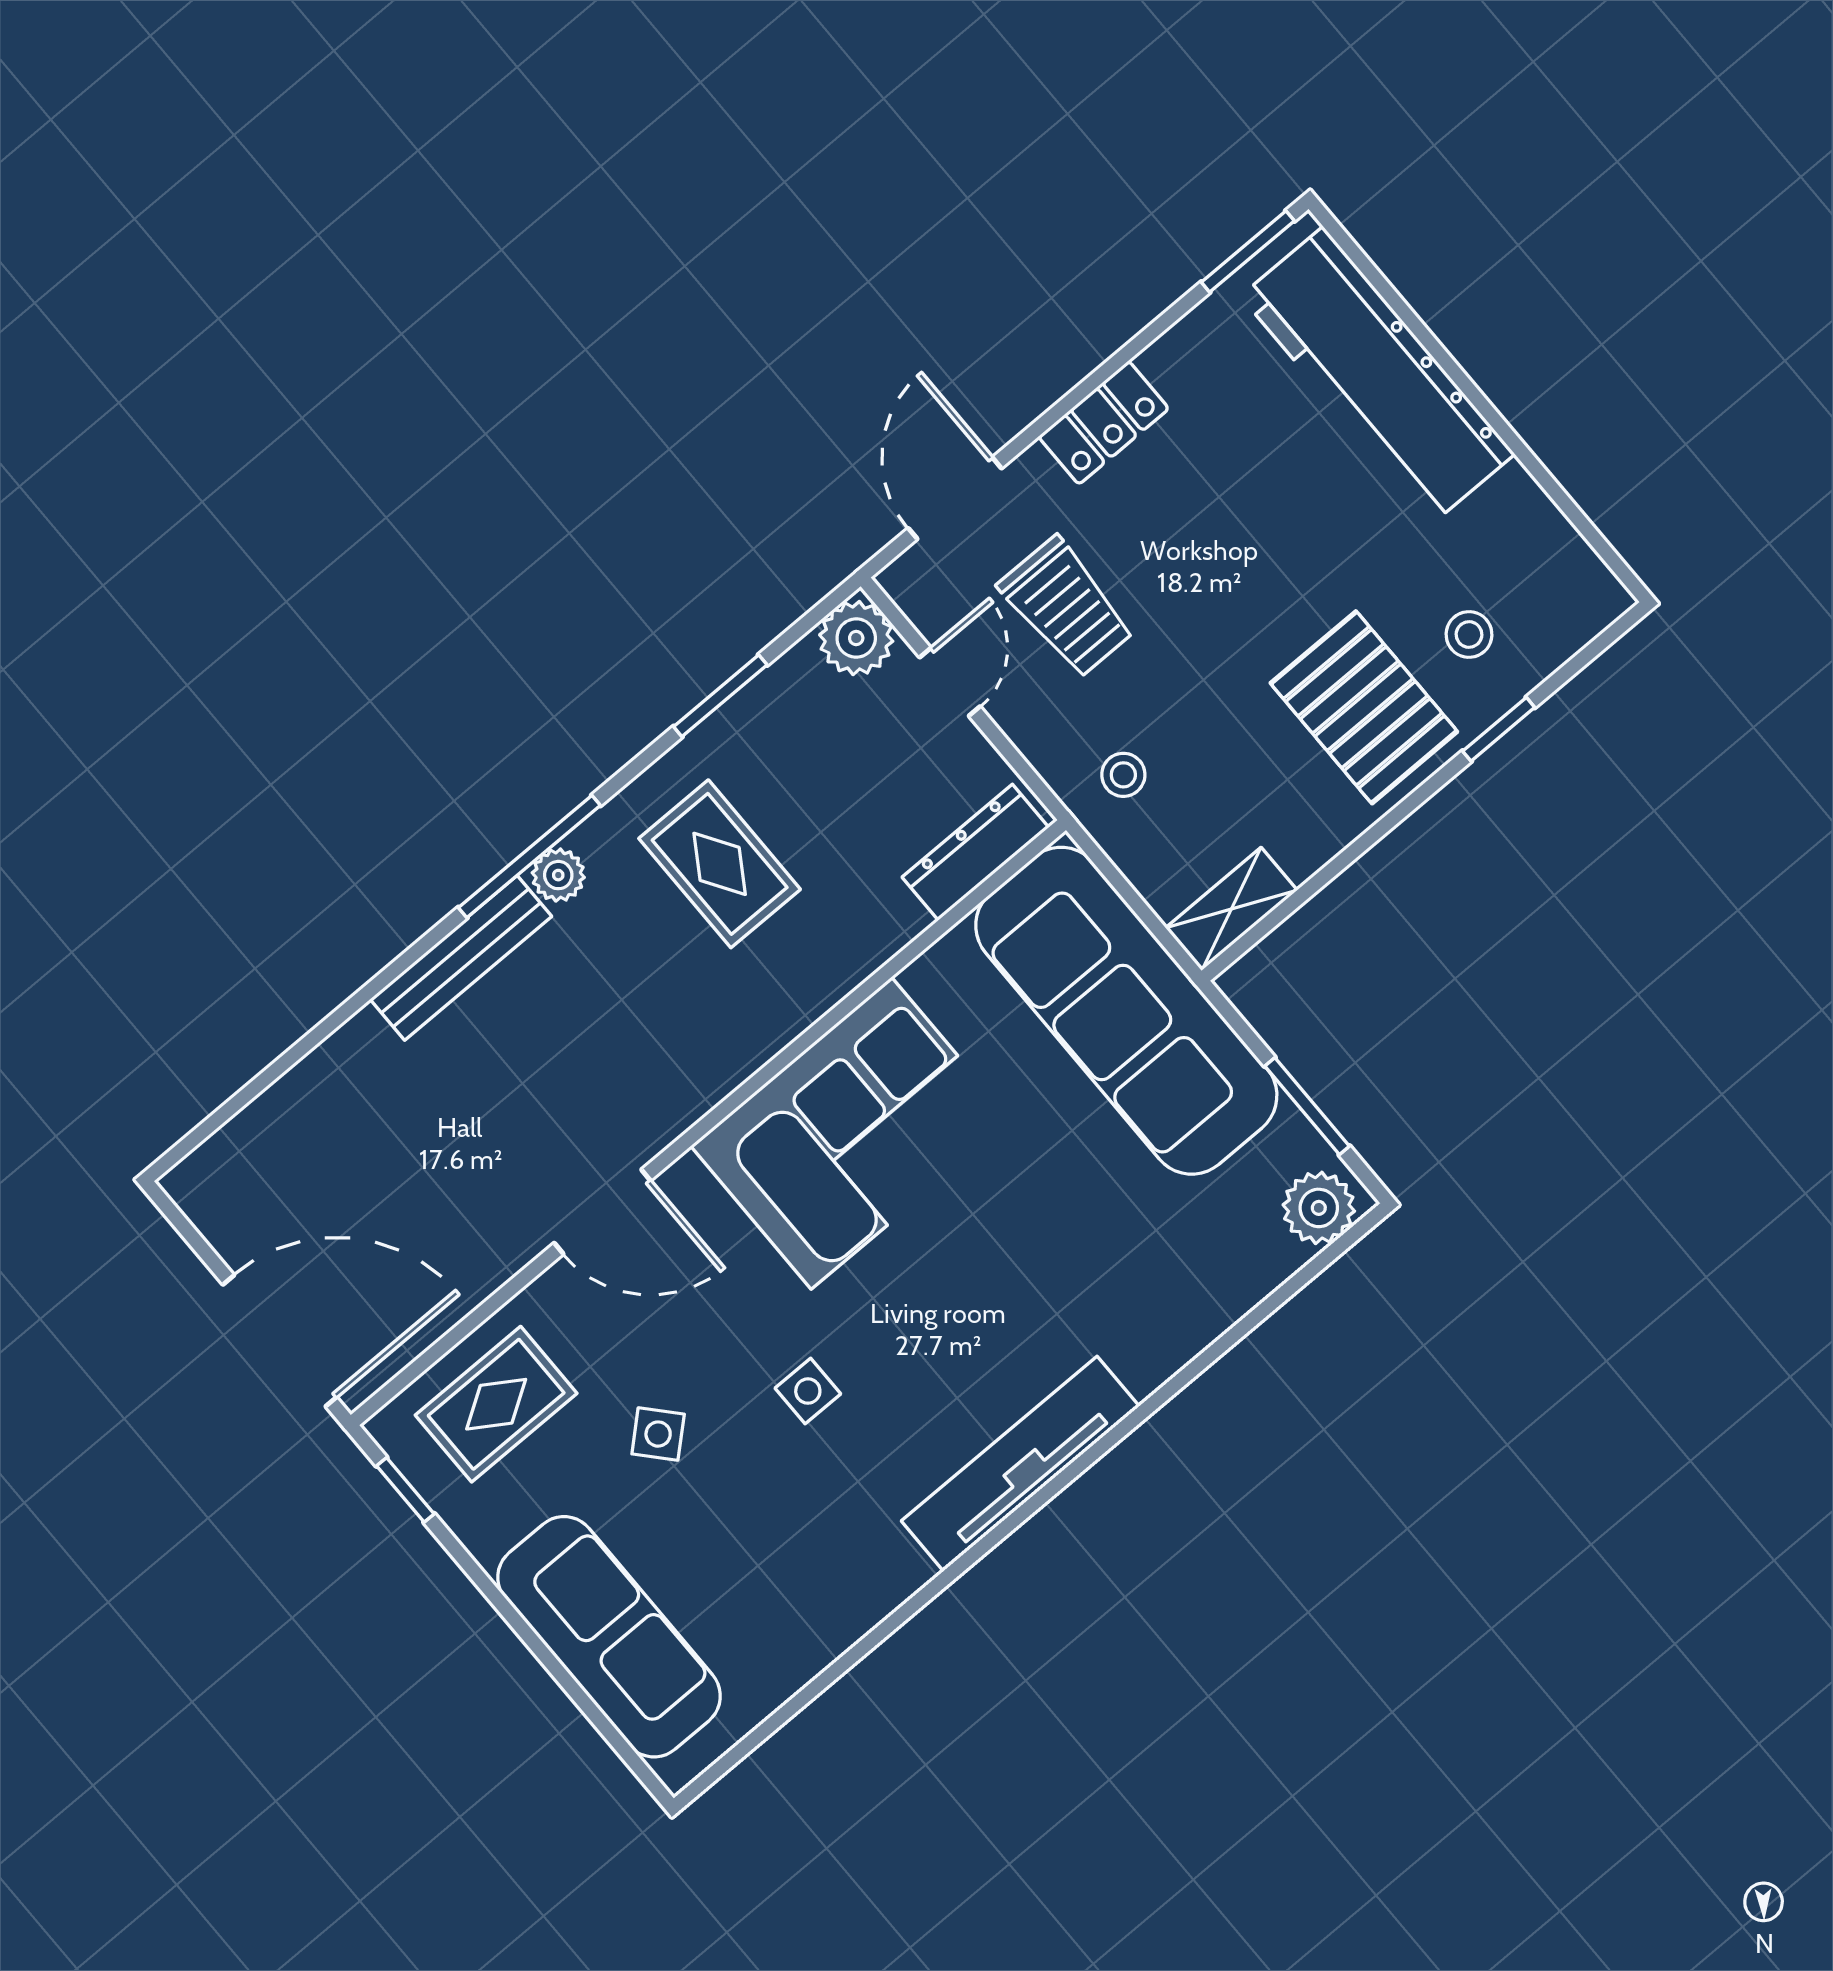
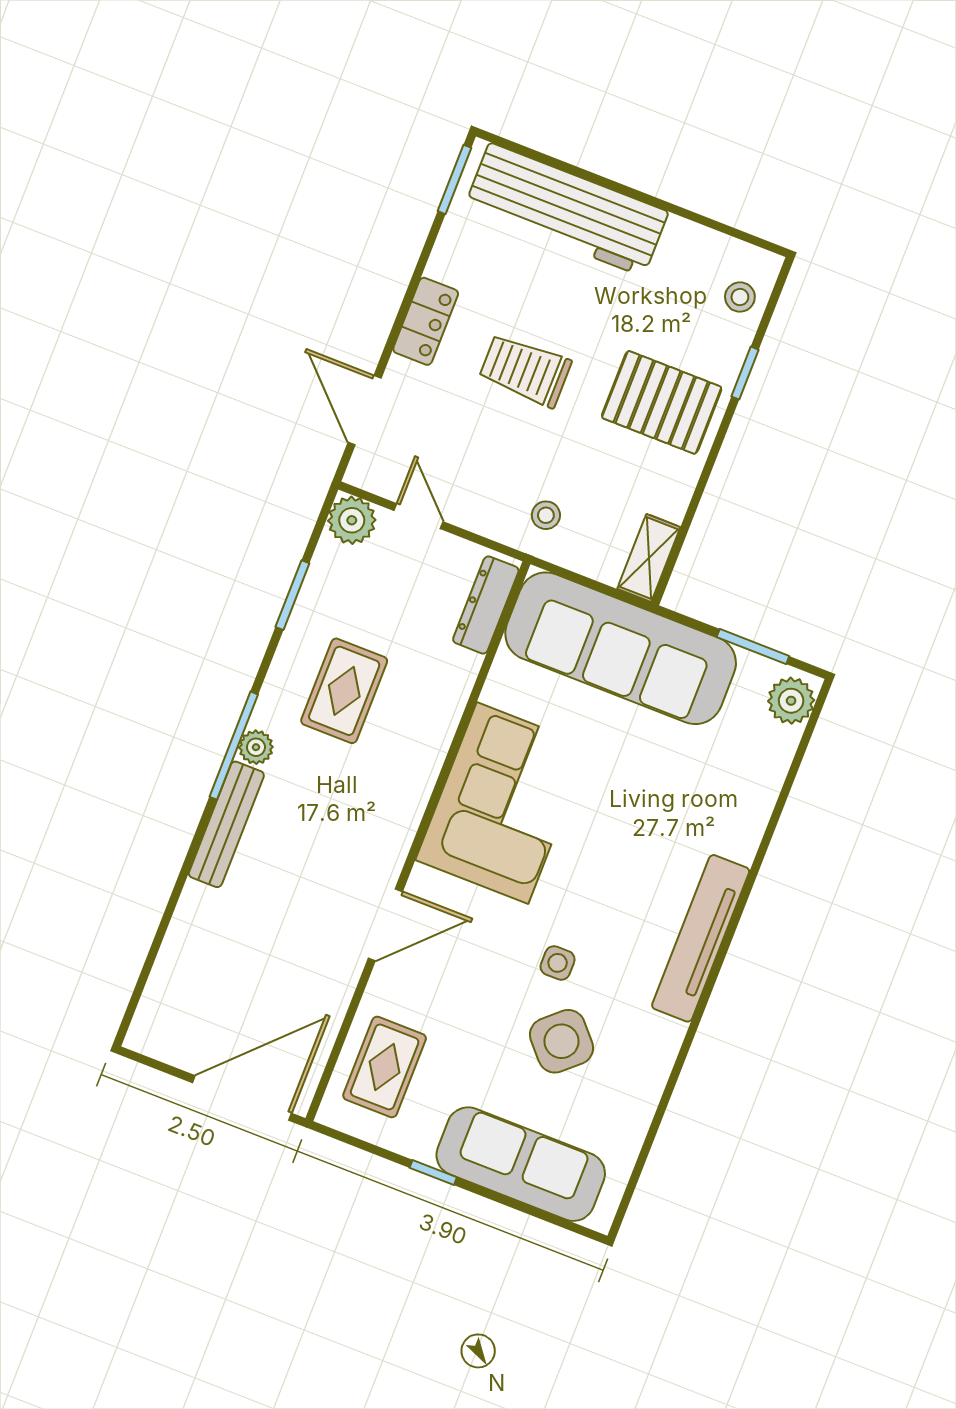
trolley: (1067, 607) -> (525, 370), moved, turned 180
stool: (1469, 635) -> (740, 297), moved
rug: (720, 864) -> (344, 691), turned 90
side table: (658, 1434) -> (562, 1041), moved, width x1.87, depth x1.87
window: (405, 1490) -> (433, 1172), moved

